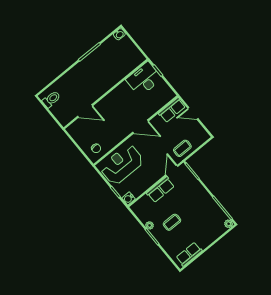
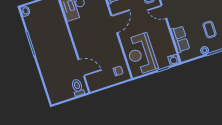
toilet: (51, 99) -> (78, 87), moved
door: (85, 111) -> (81, 68), hinge flipped
row of seats: (161, 190) -> (180, 39), moved

